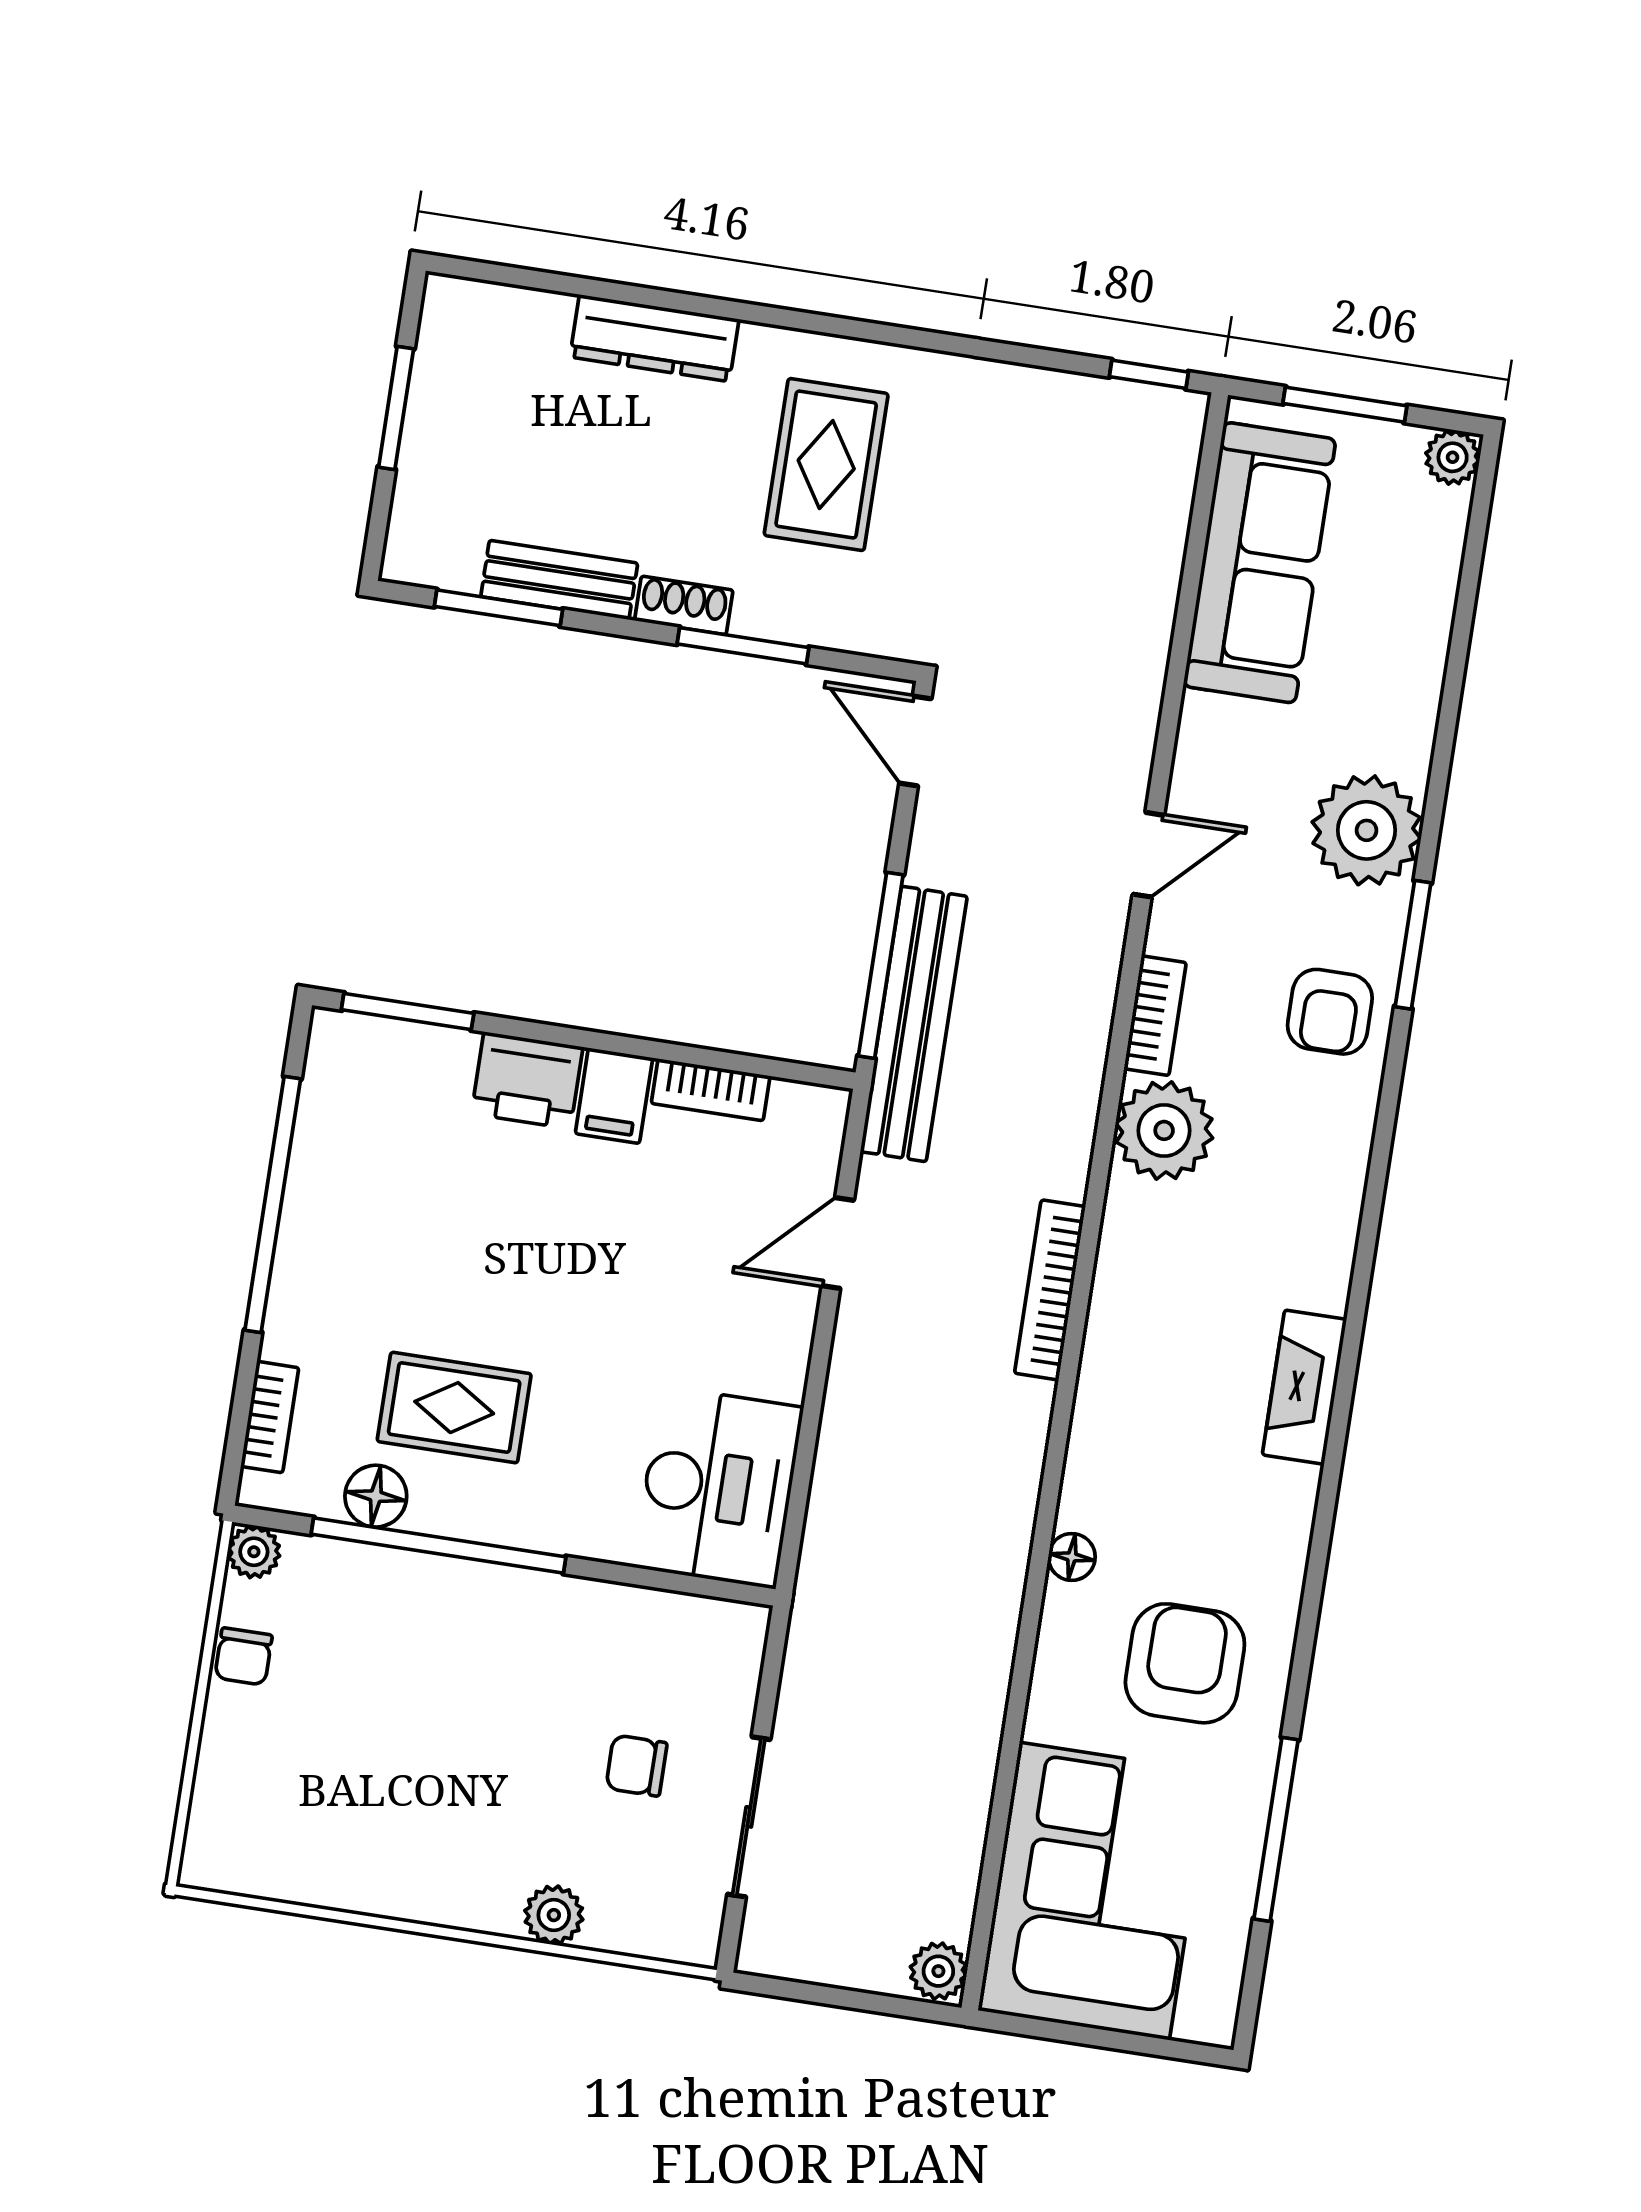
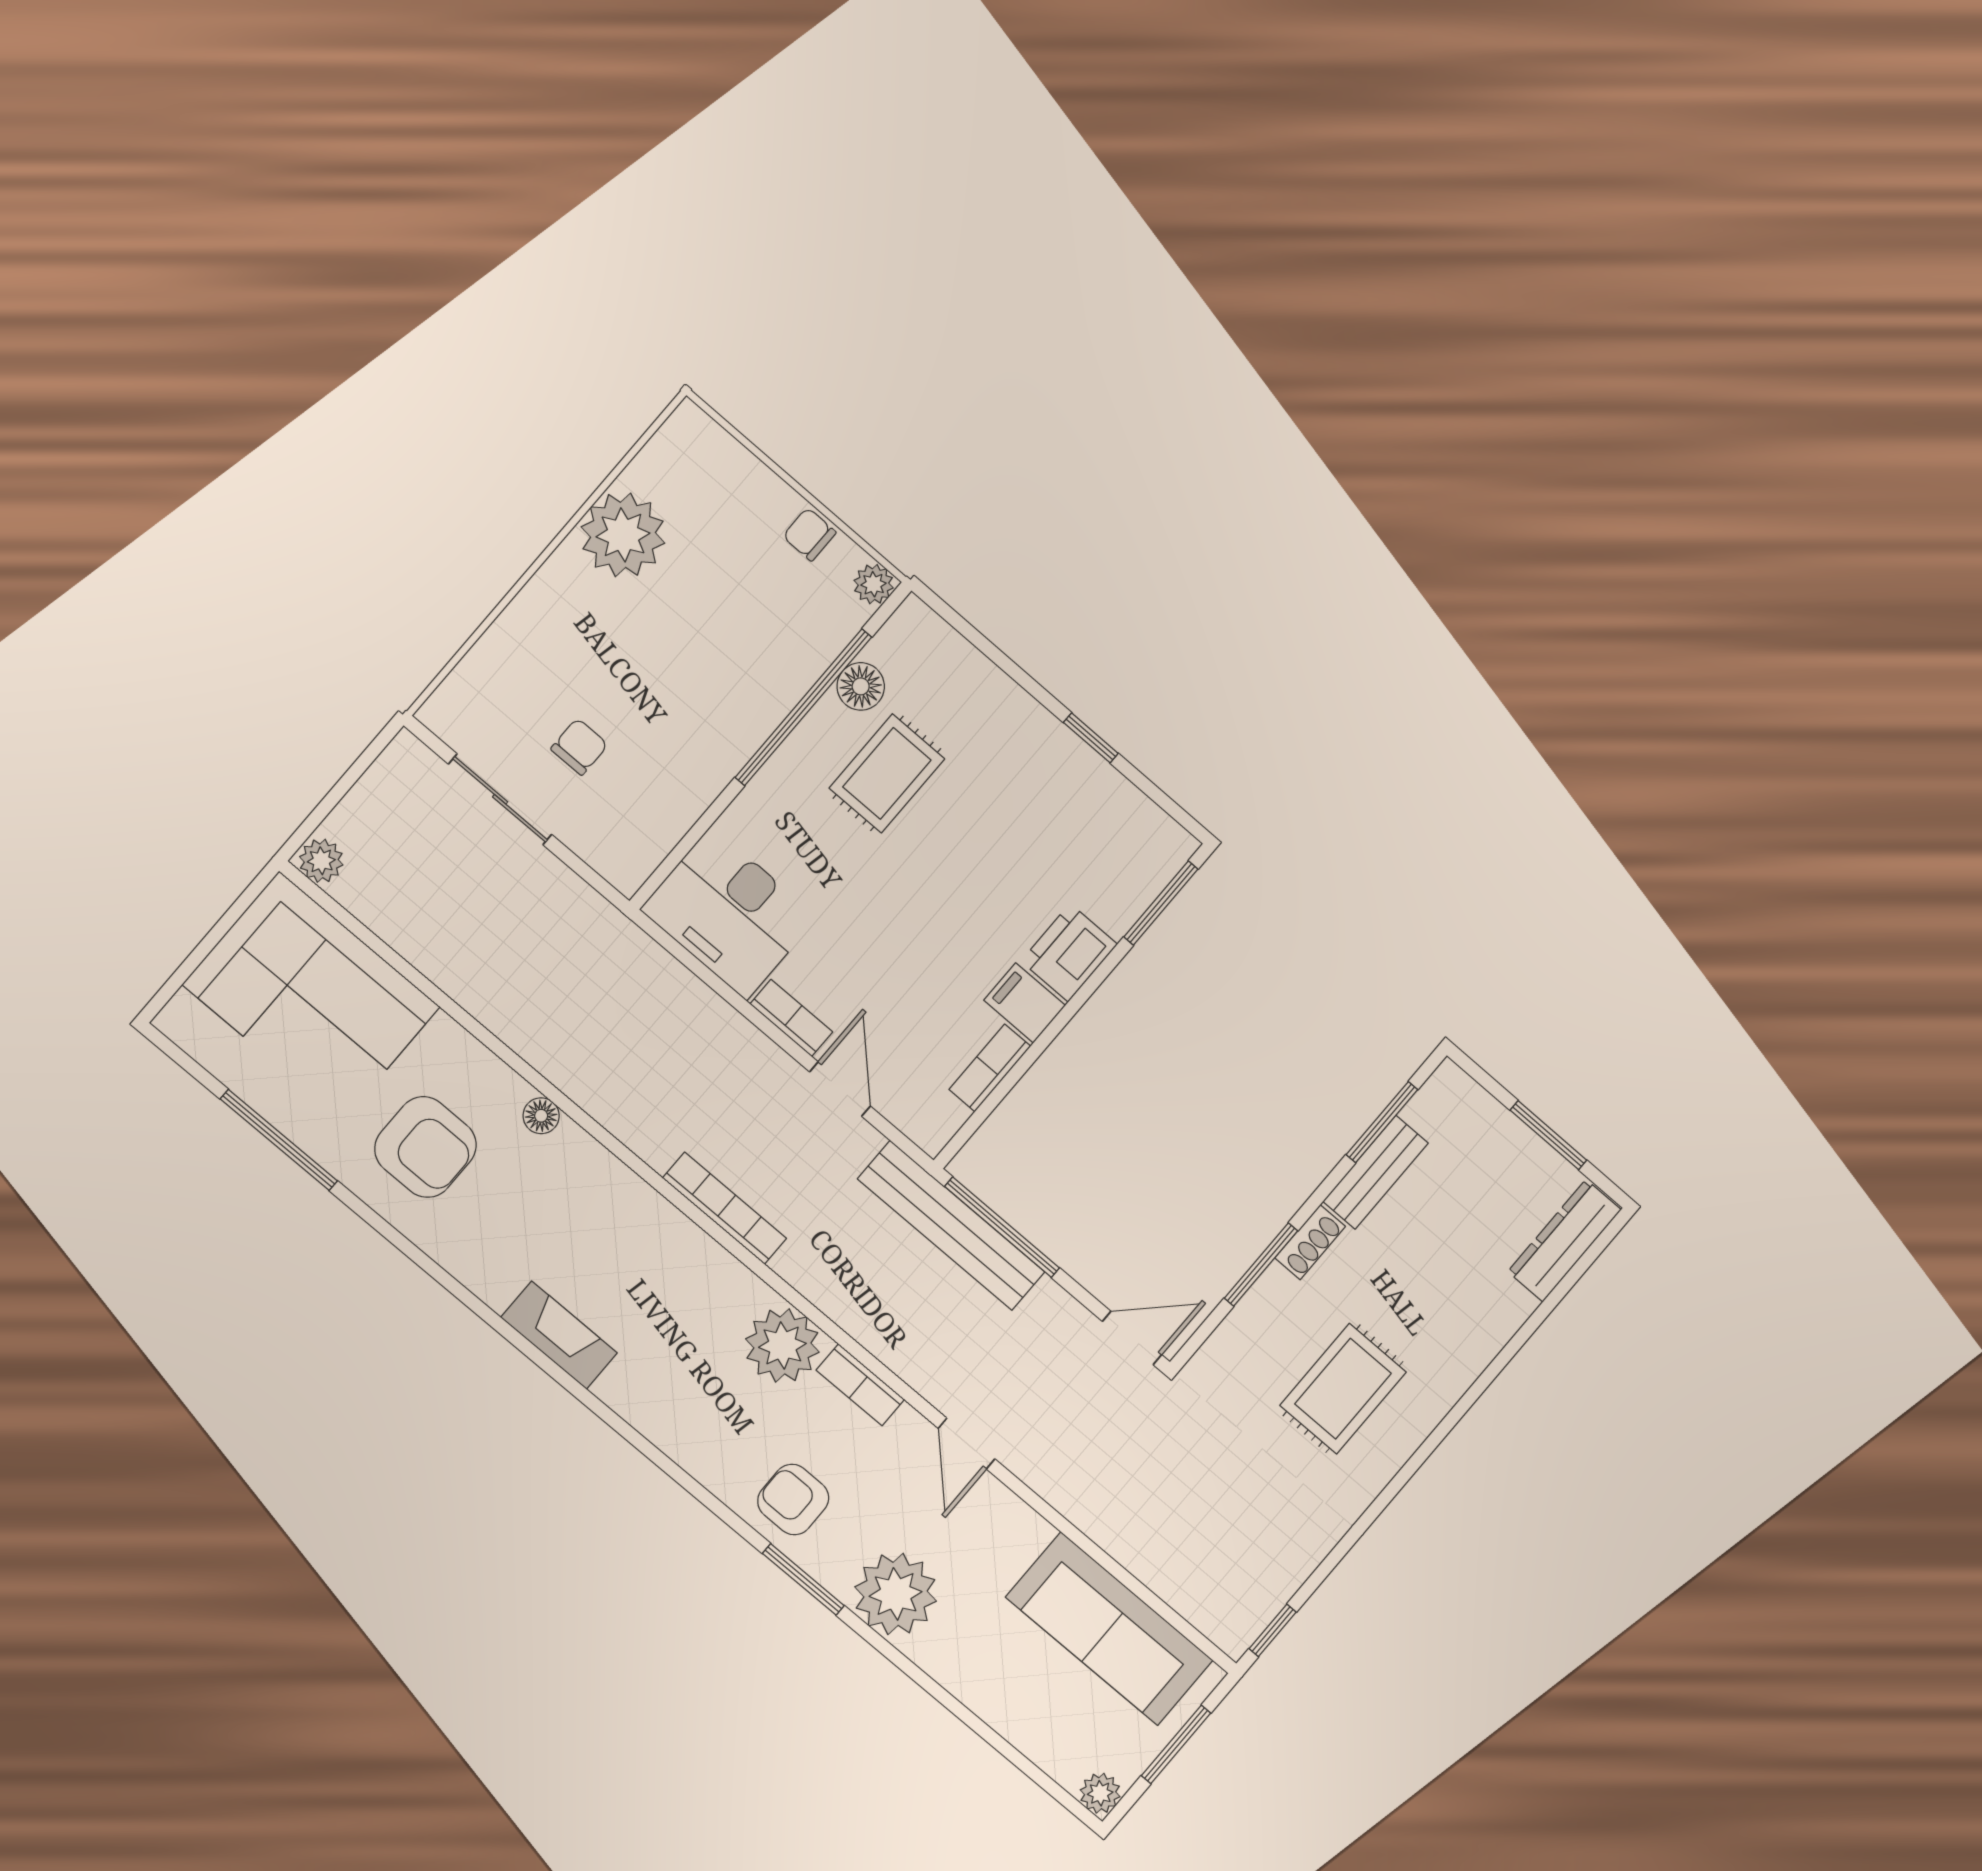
dresser: (654, 338) -> (1564, 1241), moved
rug: (826, 465) -> (1343, 1389), turned 90
window: (273, 1205) -> (1091, 738), width x0.32
bookcase: (270, 1417) -> (791, 1018), moved, turned 180
plant: (554, 1915) -> (623, 535), moved, width x1.87, depth x1.87

